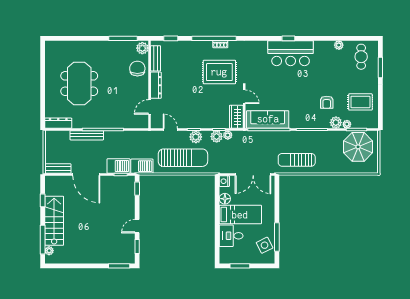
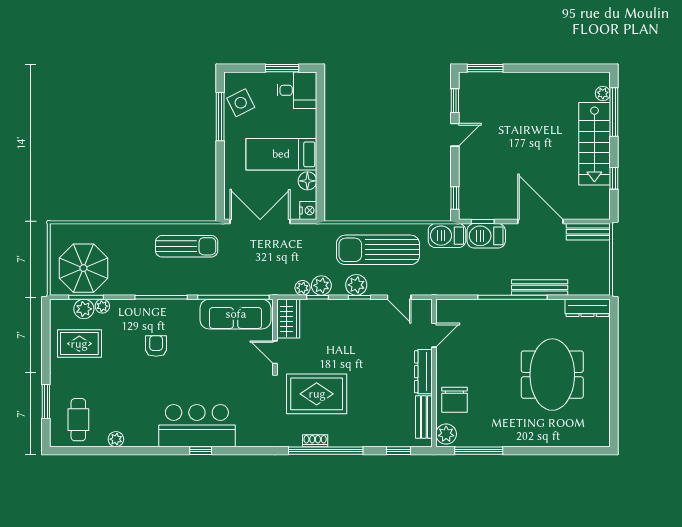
armchair: (327, 102) -> (156, 346), moved
plant: (336, 123) -> (84, 309), moved
desk: (231, 236) -> (297, 90), moved

